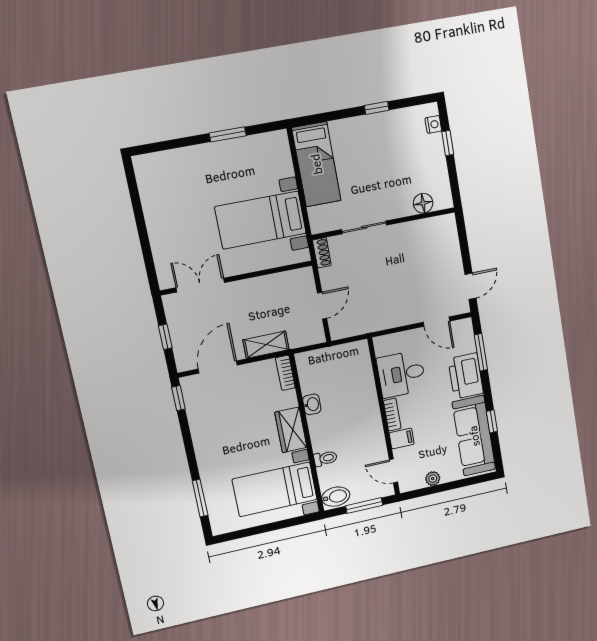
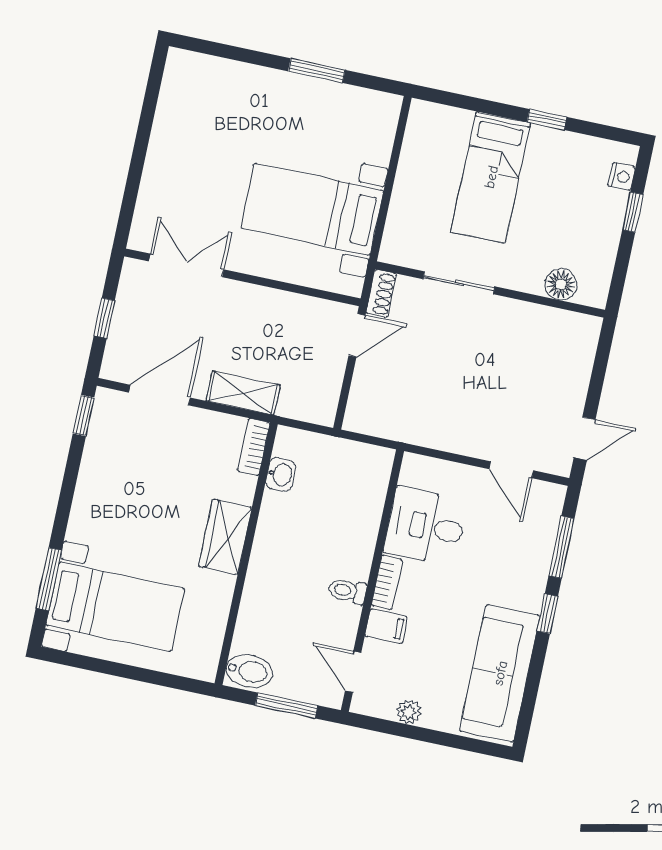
bed: (316, 164) -> (491, 177), moved
door: (322, 306) -> (357, 335), moved
printer: (466, 376) -> (523, 574), removed
washbasin: (312, 404) -> (281, 474), moved
window: (492, 421) -> (547, 614), moved
toilet: (325, 458) -> (348, 591), moved, turned 180
bed with nightstands: (275, 489) -> (115, 607), moved, turned 180

